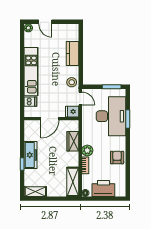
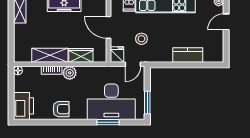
stool: (72, 82) -> (141, 39), moved
shelving: (73, 182) -> (50, 55), moved
printer: (103, 188) -> (23, 106), moved

